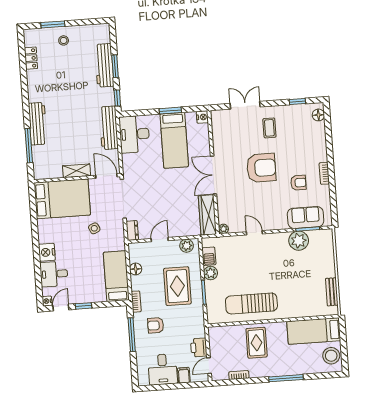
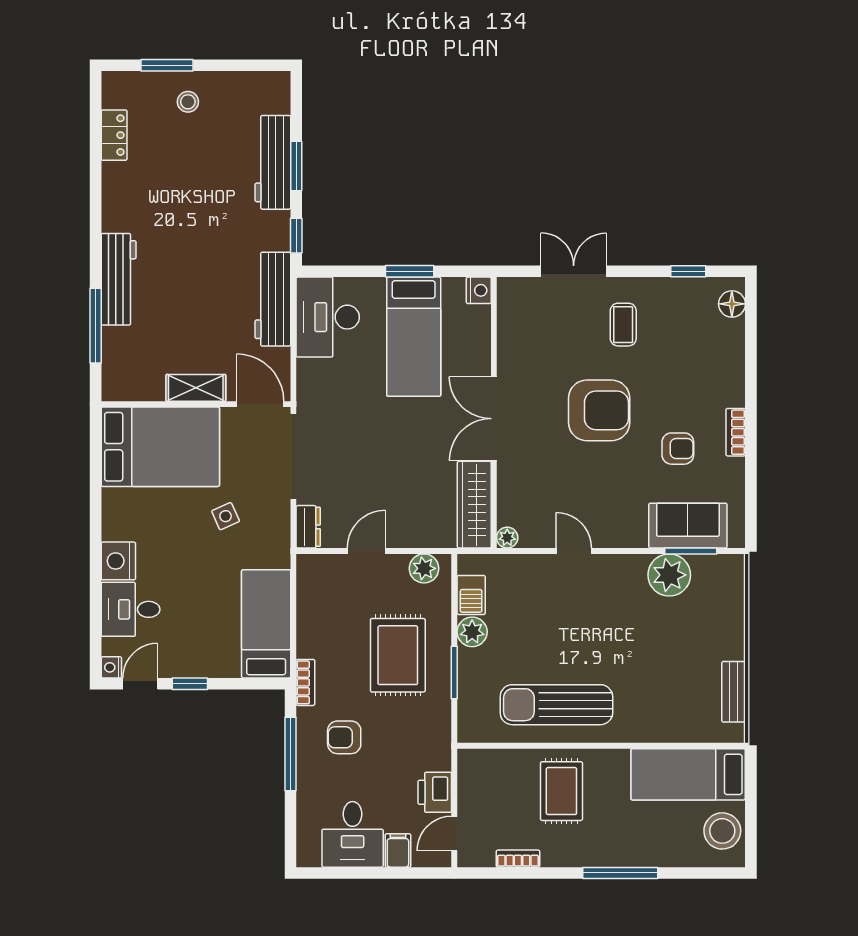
floor lamp: (136, 269) -> (309, 611), removed

